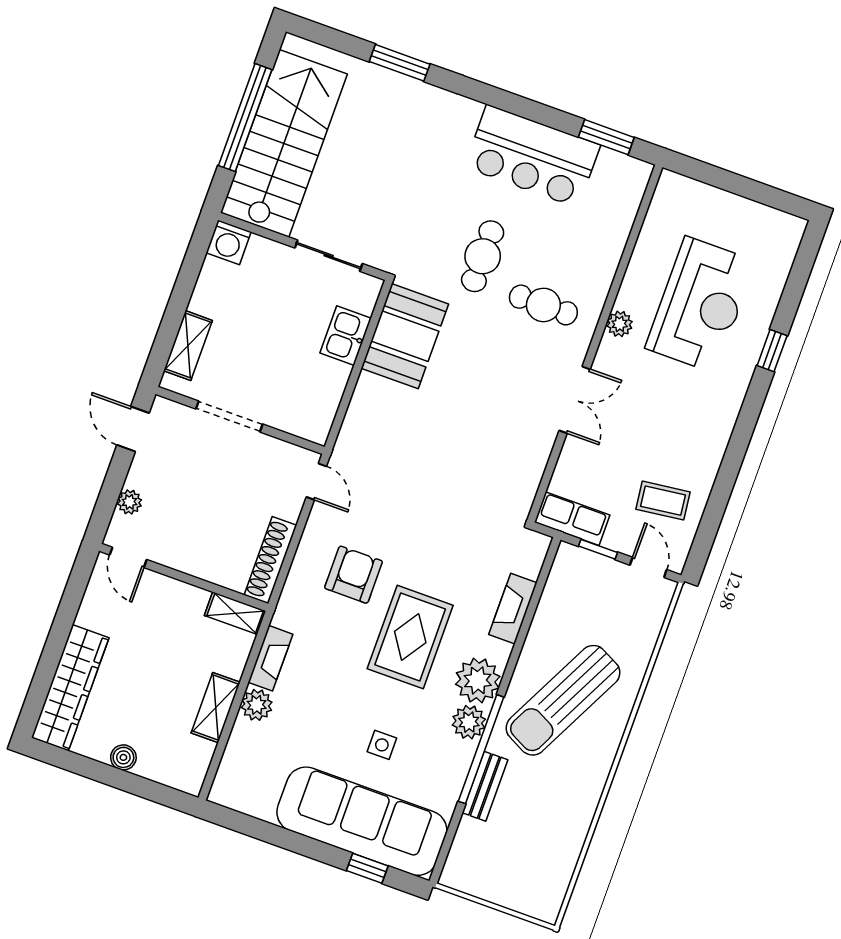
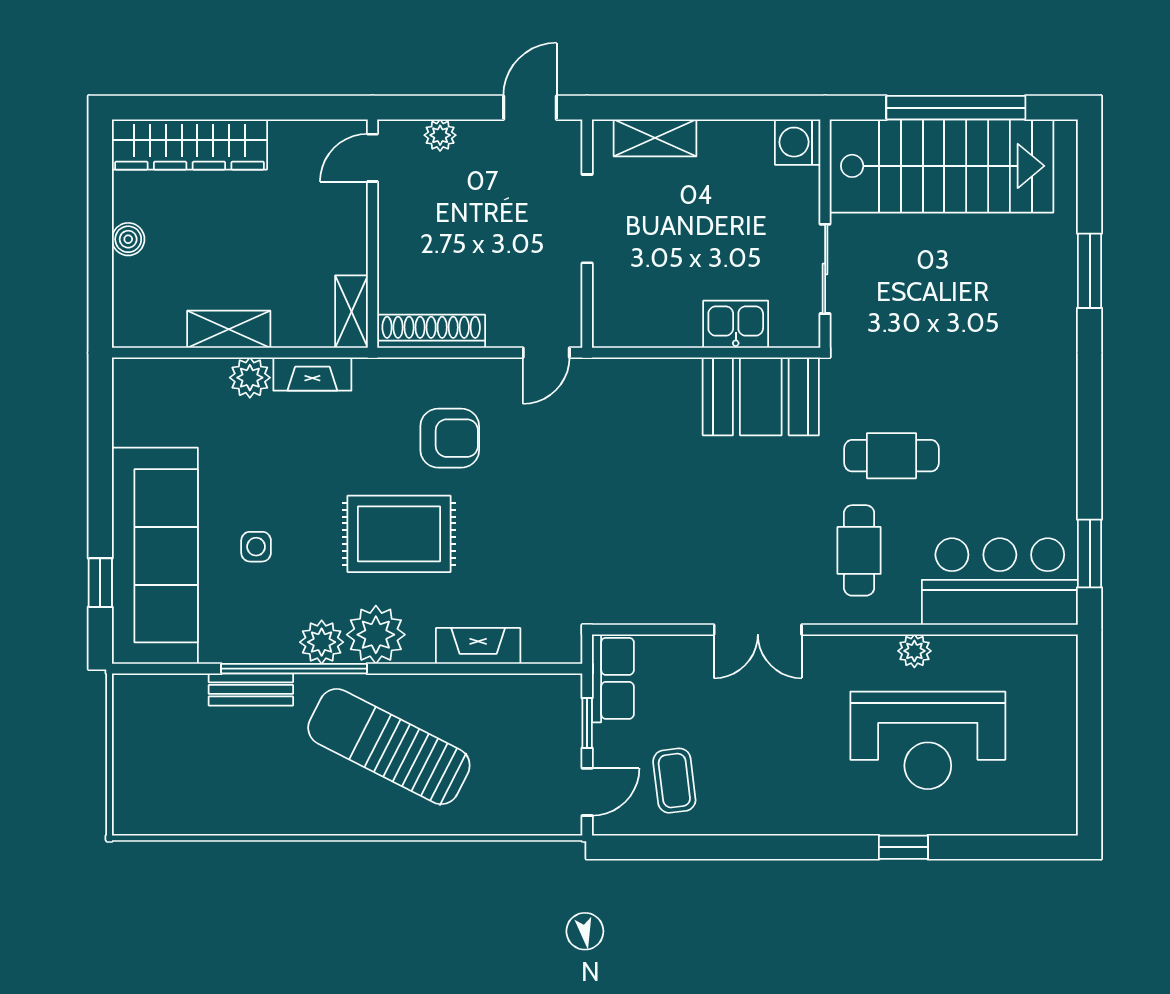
bar counter: (532, 156) -> (1000, 582), moved, turned 90
plant: (620, 324) -> (914, 651), moved

